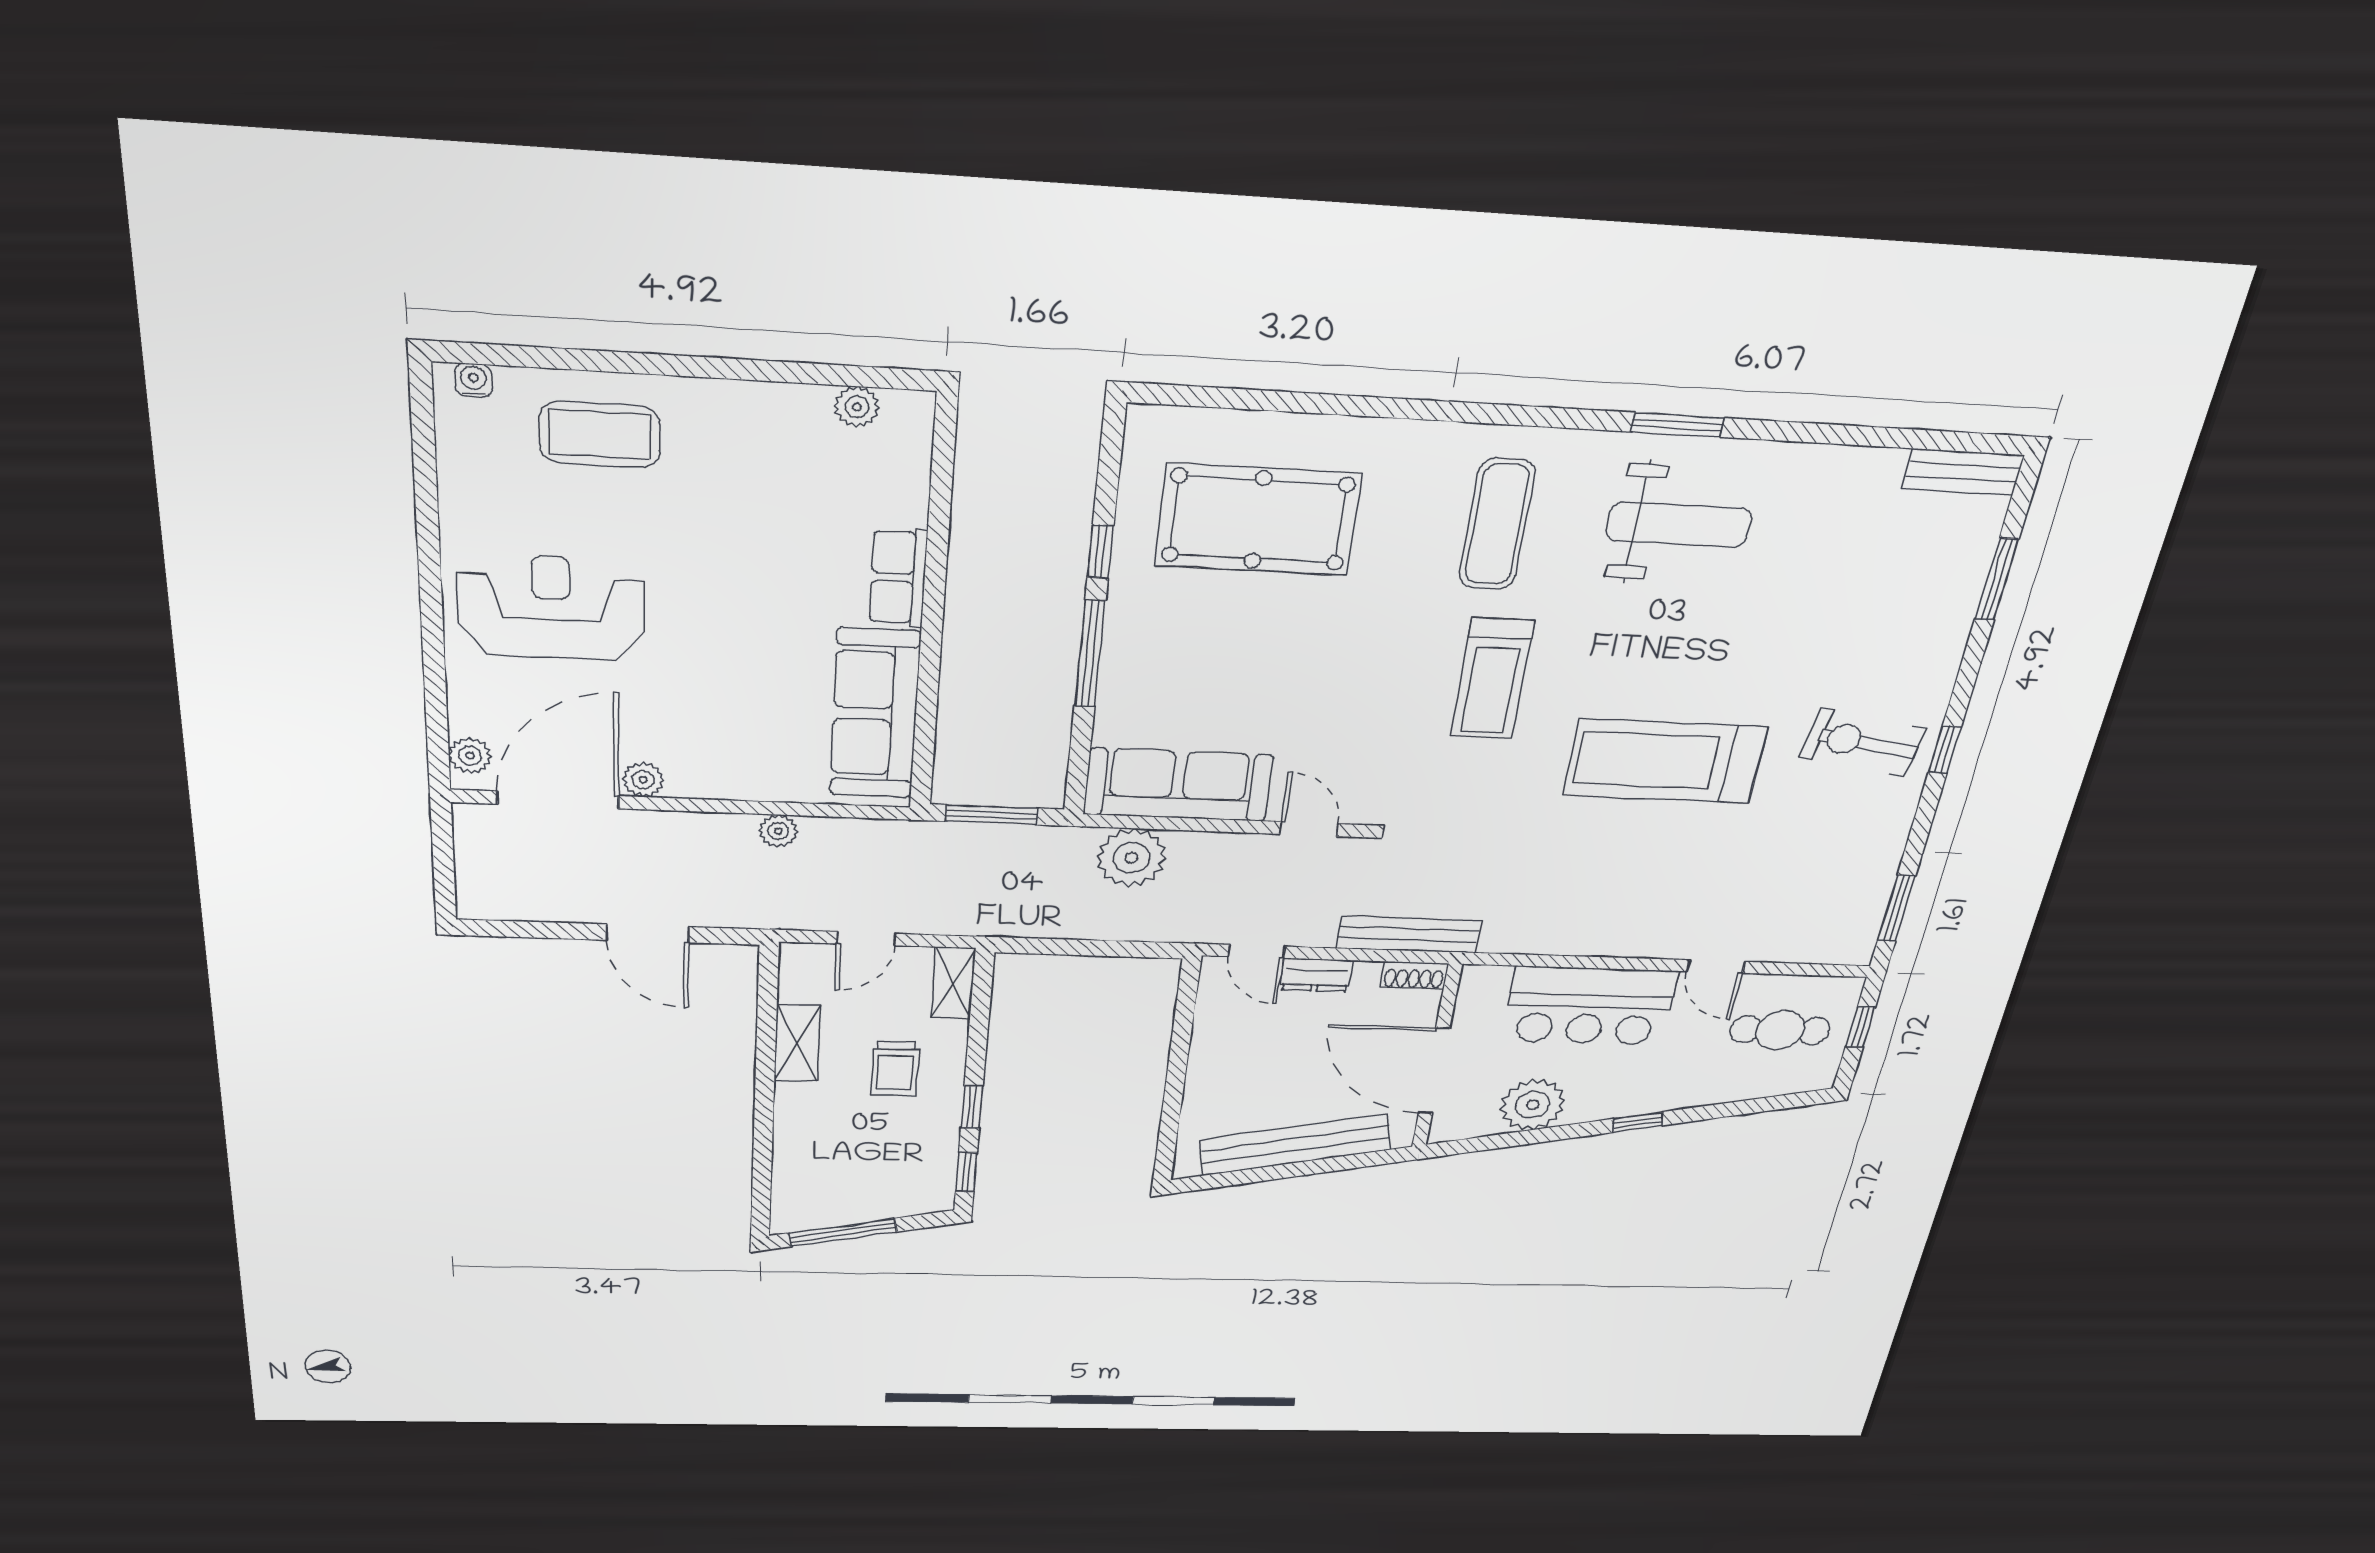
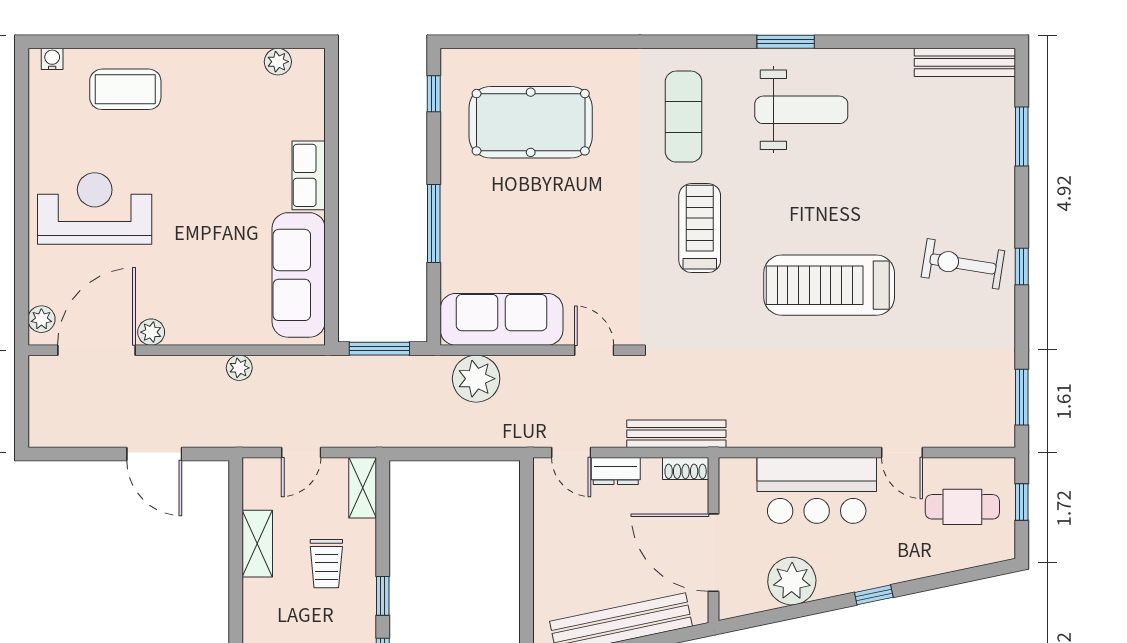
bench: (1963, 472) -> (965, 62), width x1.36
window: (1100, 552) -> (434, 94), moved
treadmill: (1492, 679) -> (700, 228), turned 180

